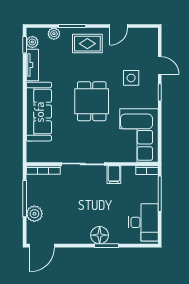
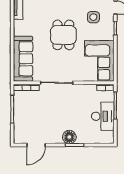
sofa: (39, 112) -> (23, 59), moved
filing cabinet: (114, 175) -> (80, 91), removed
plant: (34, 214) -> (20, 121), removed
desk: (143, 222) -> (103, 116), moved
door: (42, 246) -> (36, 145), moved

